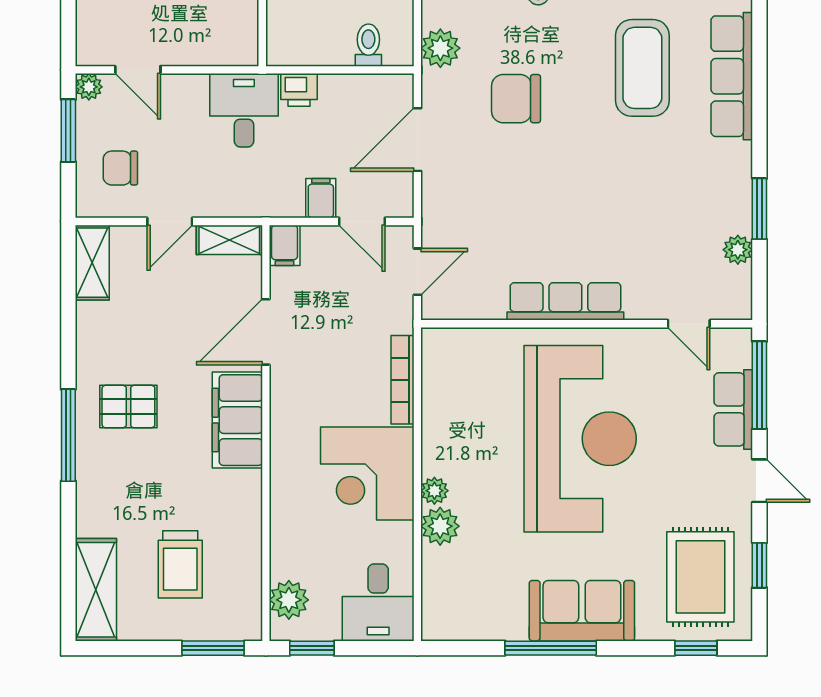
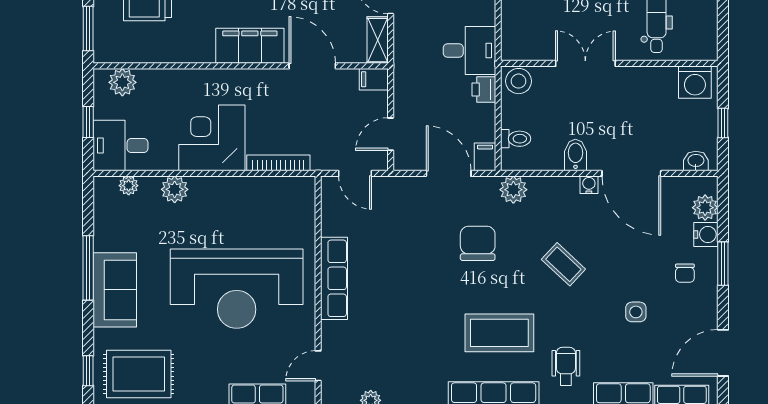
stool: (287, 41) -> (519, 81), added
filing cabinet: (321, 198) -> (485, 157), moved, turned -90
plant: (434, 491) -> (129, 186), moved
window: (312, 648) -> (88, 122), moved

